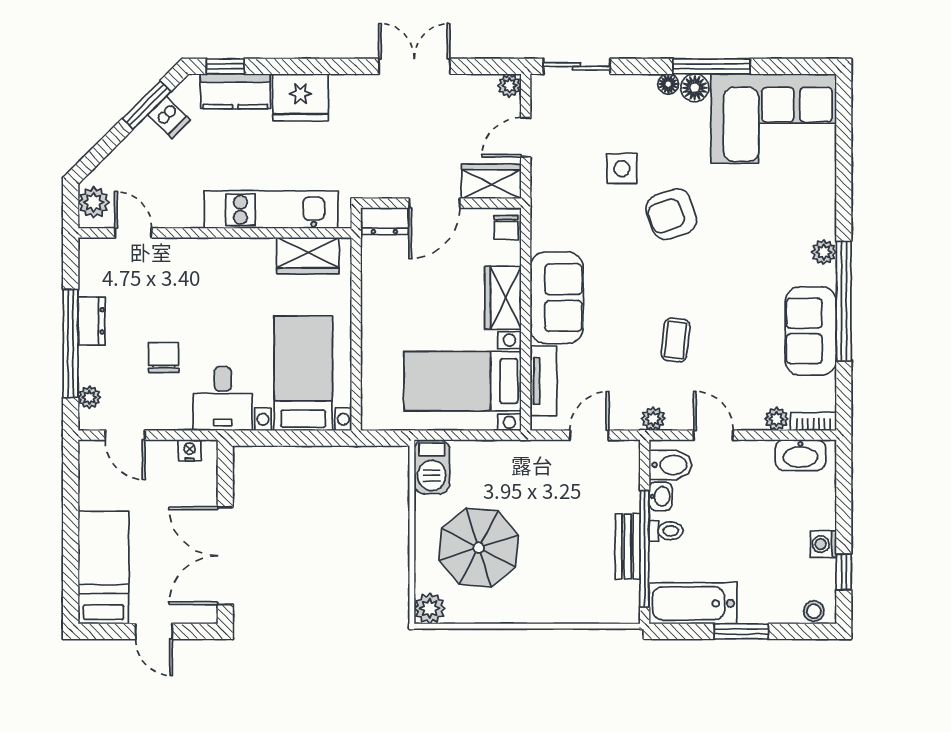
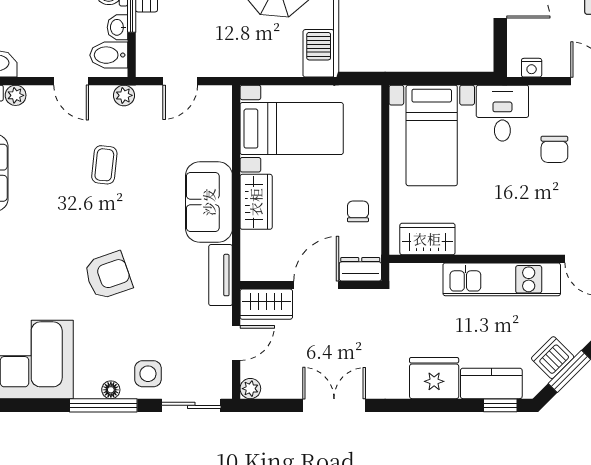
double door: (414, 66) -> (334, 405), swing flipped
window: (712, 66) -> (103, 405), moved
floor lamp: (695, 88) -> (87, 386), removed
dishwasher: (169, 117) -> (553, 358), width x1.38
side table: (622, 168) -> (148, 374), moved
kitchen unit: (271, 210) -> (502, 279), moved
chair: (506, 228) -> (358, 211), moved
tv unit: (543, 381) -> (221, 275), moved

